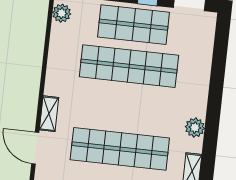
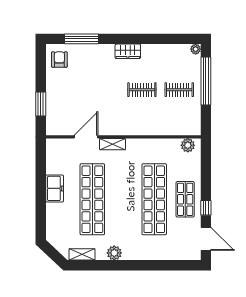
shop shelf: (134, 25) -> (185, 199), width x0.70, depth x0.74

